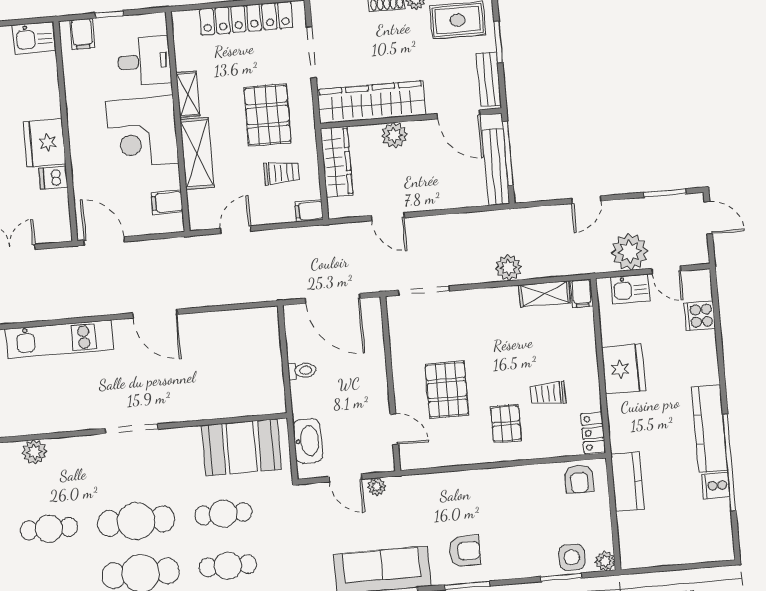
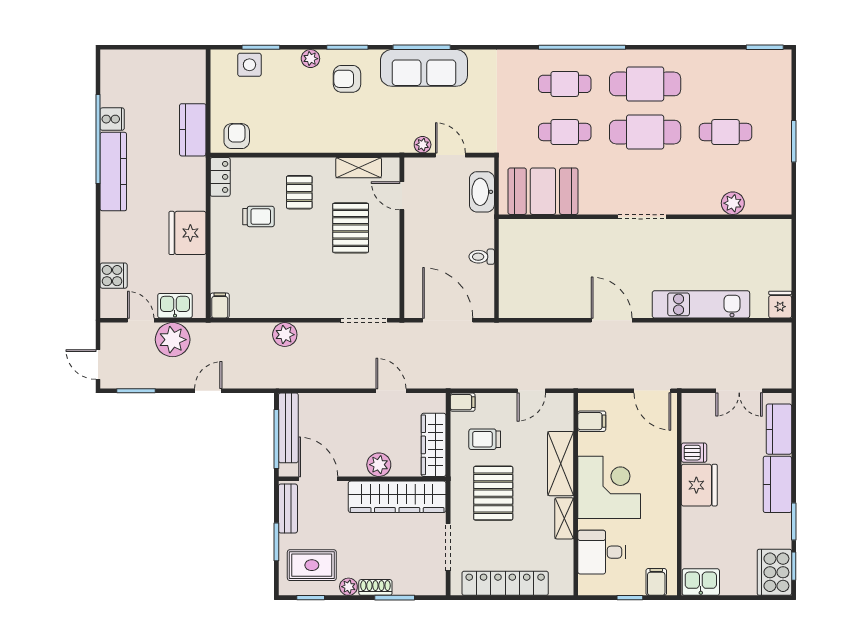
shelving: (545, 294) -> (359, 168), moved
plant: (605, 561) -> (310, 59), moved

